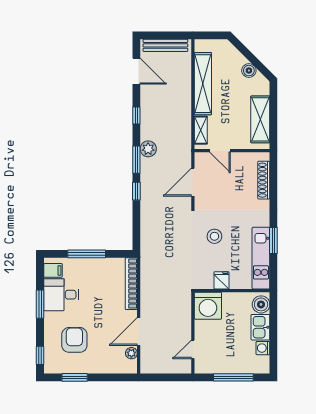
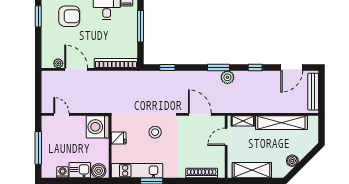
window: (136, 191) -> (167, 68), moved

